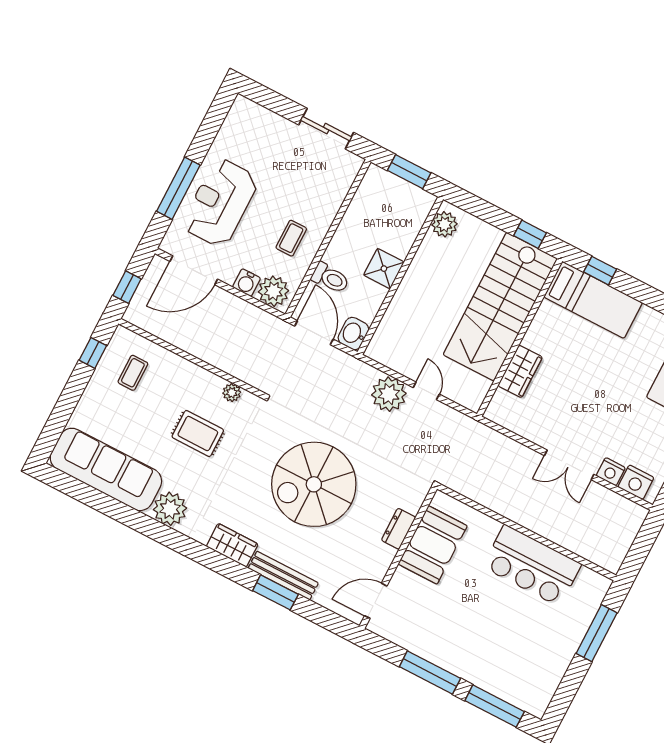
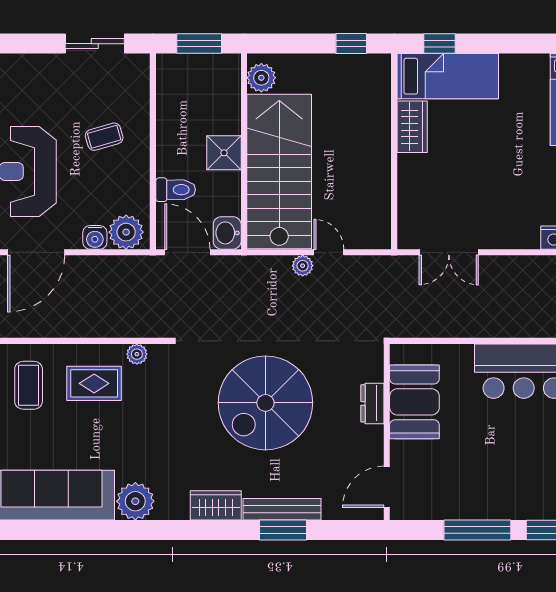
coffee table: (291, 238) -> (104, 137), moved, turned 74
stairs: (500, 307) -> (279, 171), moved, turned 180
wardrobe: (520, 371) -> (412, 127), moved
coffee table: (133, 373) -> (29, 385), width x1.36, depth x1.30
plant: (389, 394) -> (303, 266), width x0.53, depth x0.53
rug: (198, 433) -> (94, 383), moved
double door: (569, 465) -> (449, 252), moved

